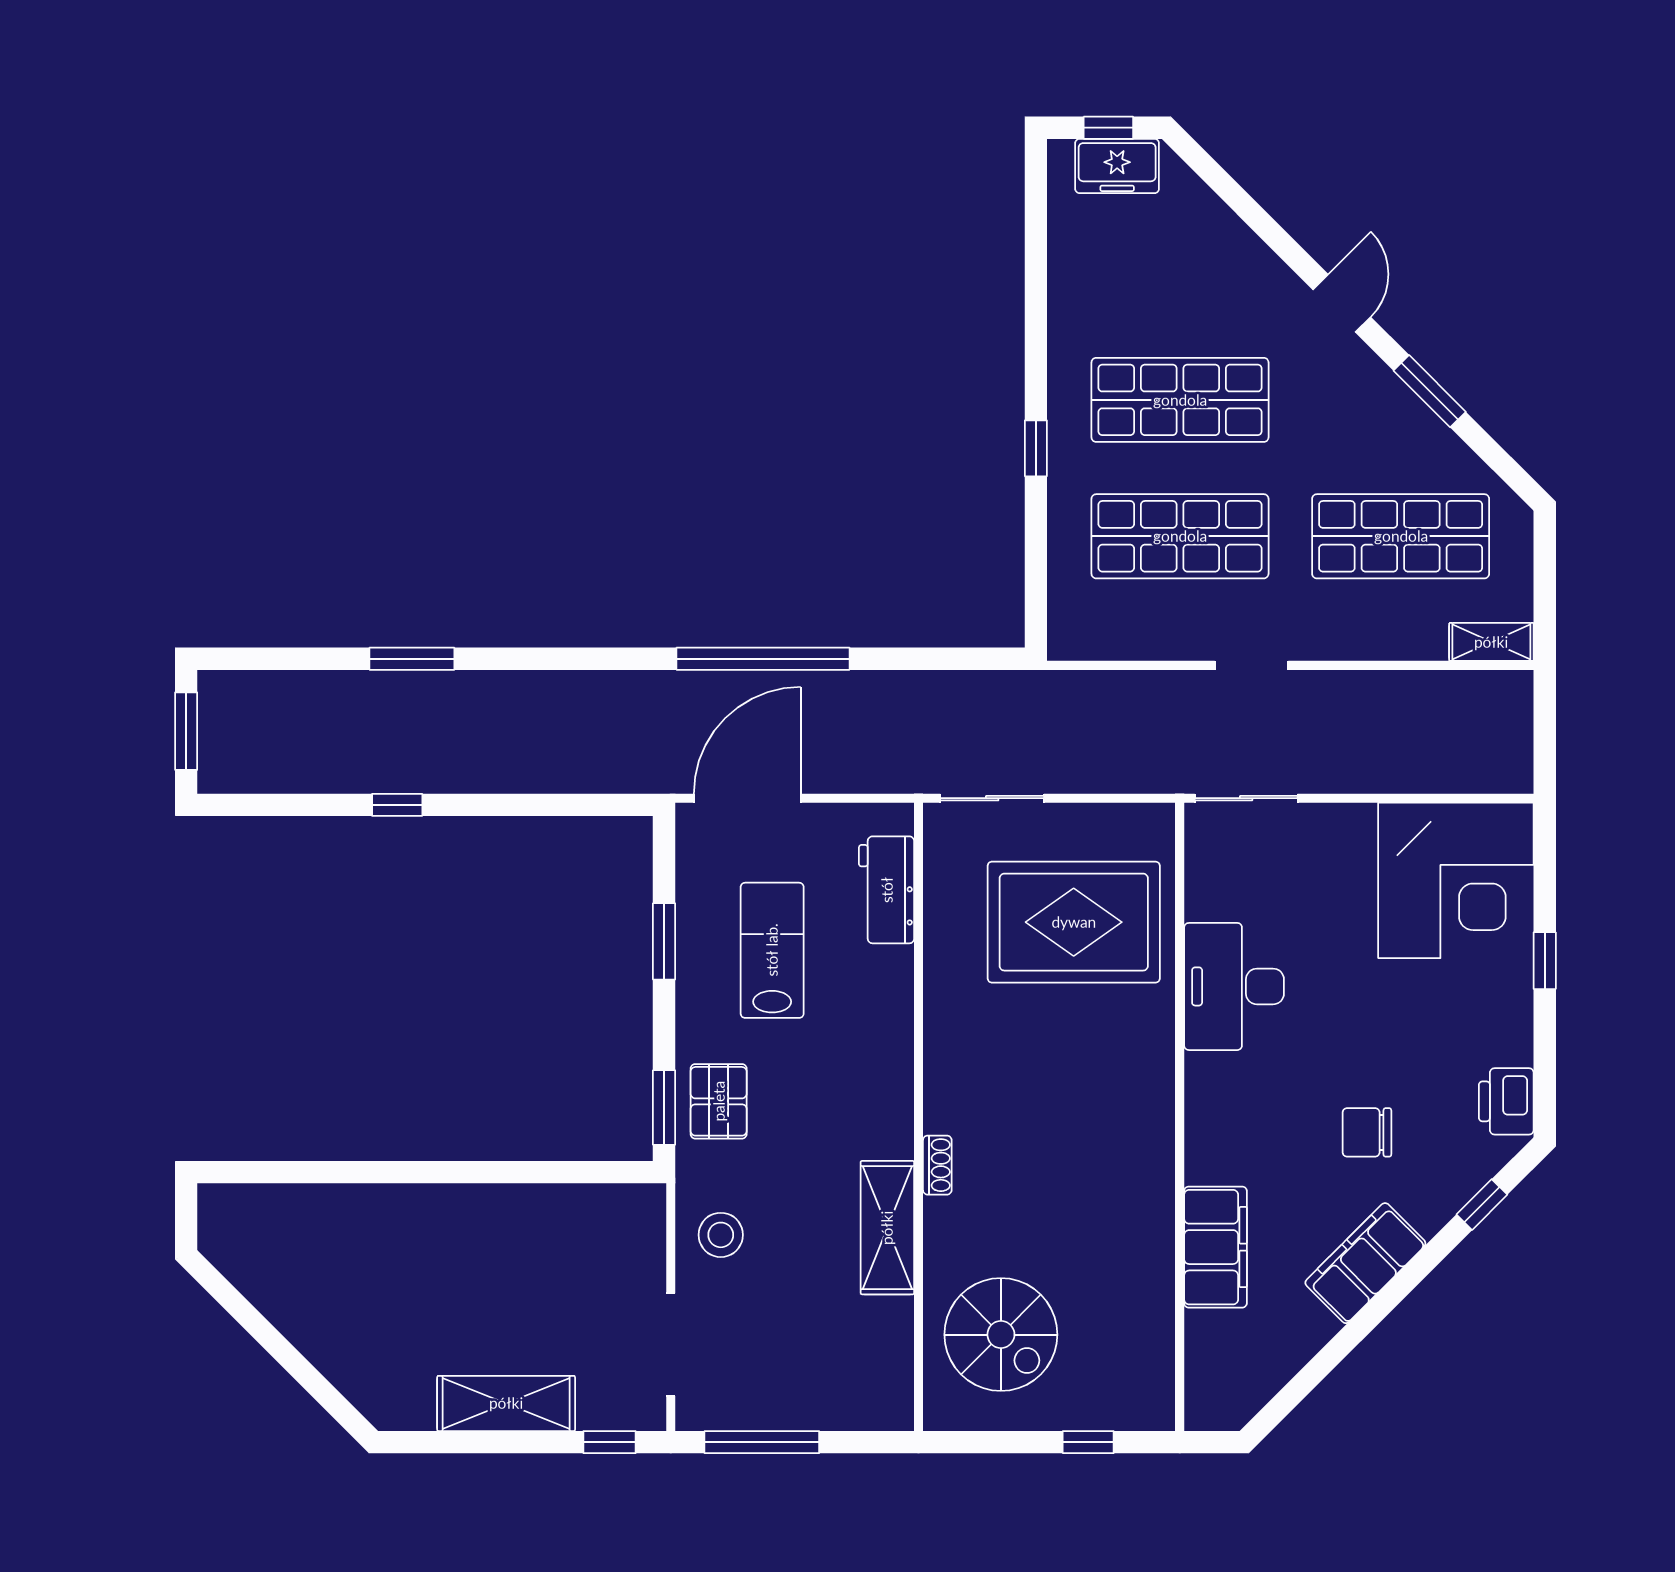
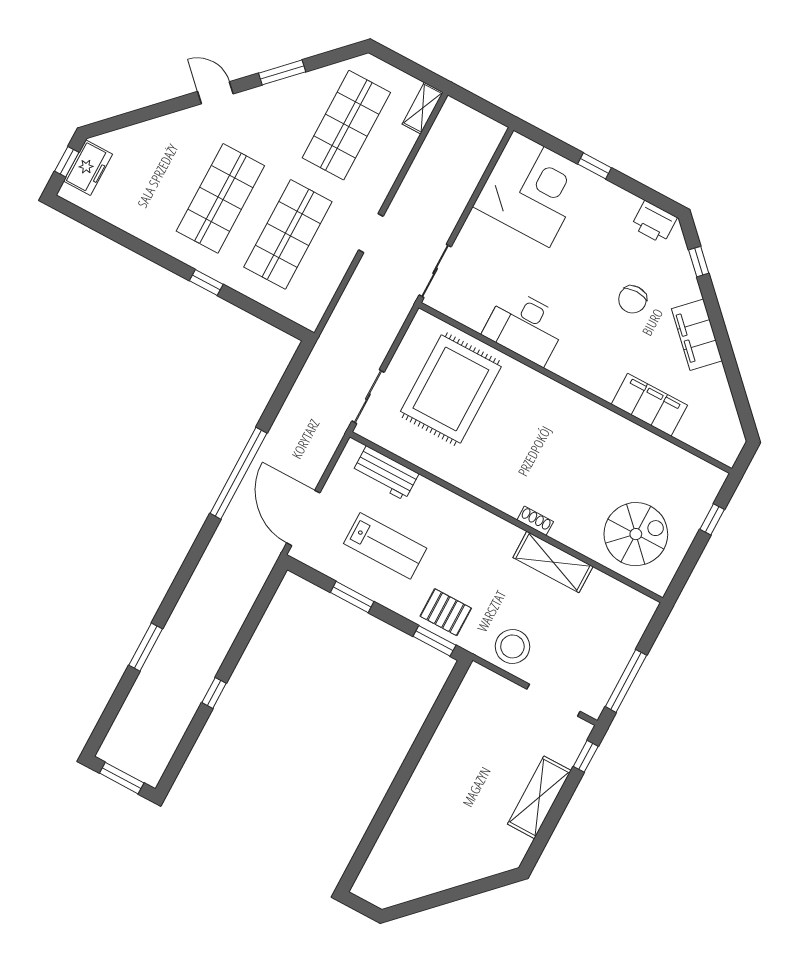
lab bench: (772, 950) -> (385, 546), turned 180
stool: (721, 1235) -> (512, 646), width x1.38, depth x1.38

